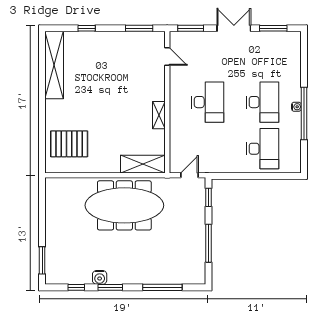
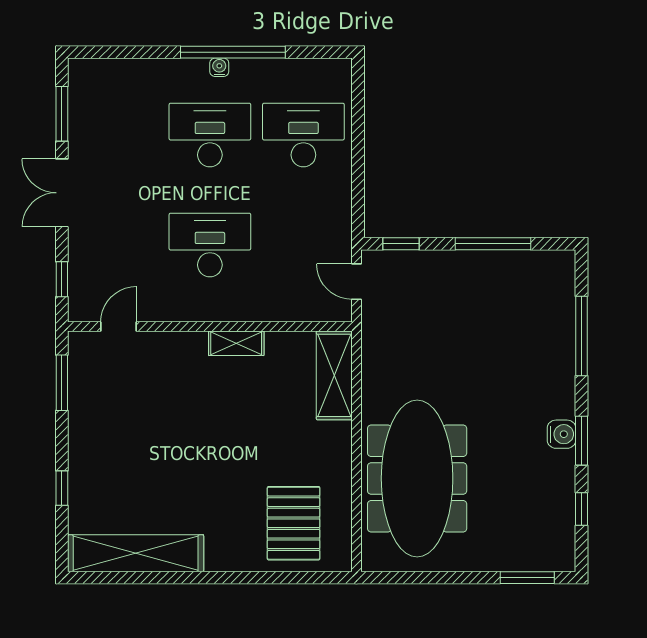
window: (191, 28) -> (62, 279), width x0.67
meeting table: (124, 205) -> (417, 478), moved
water cooler: (100, 277) -> (561, 434), moved

